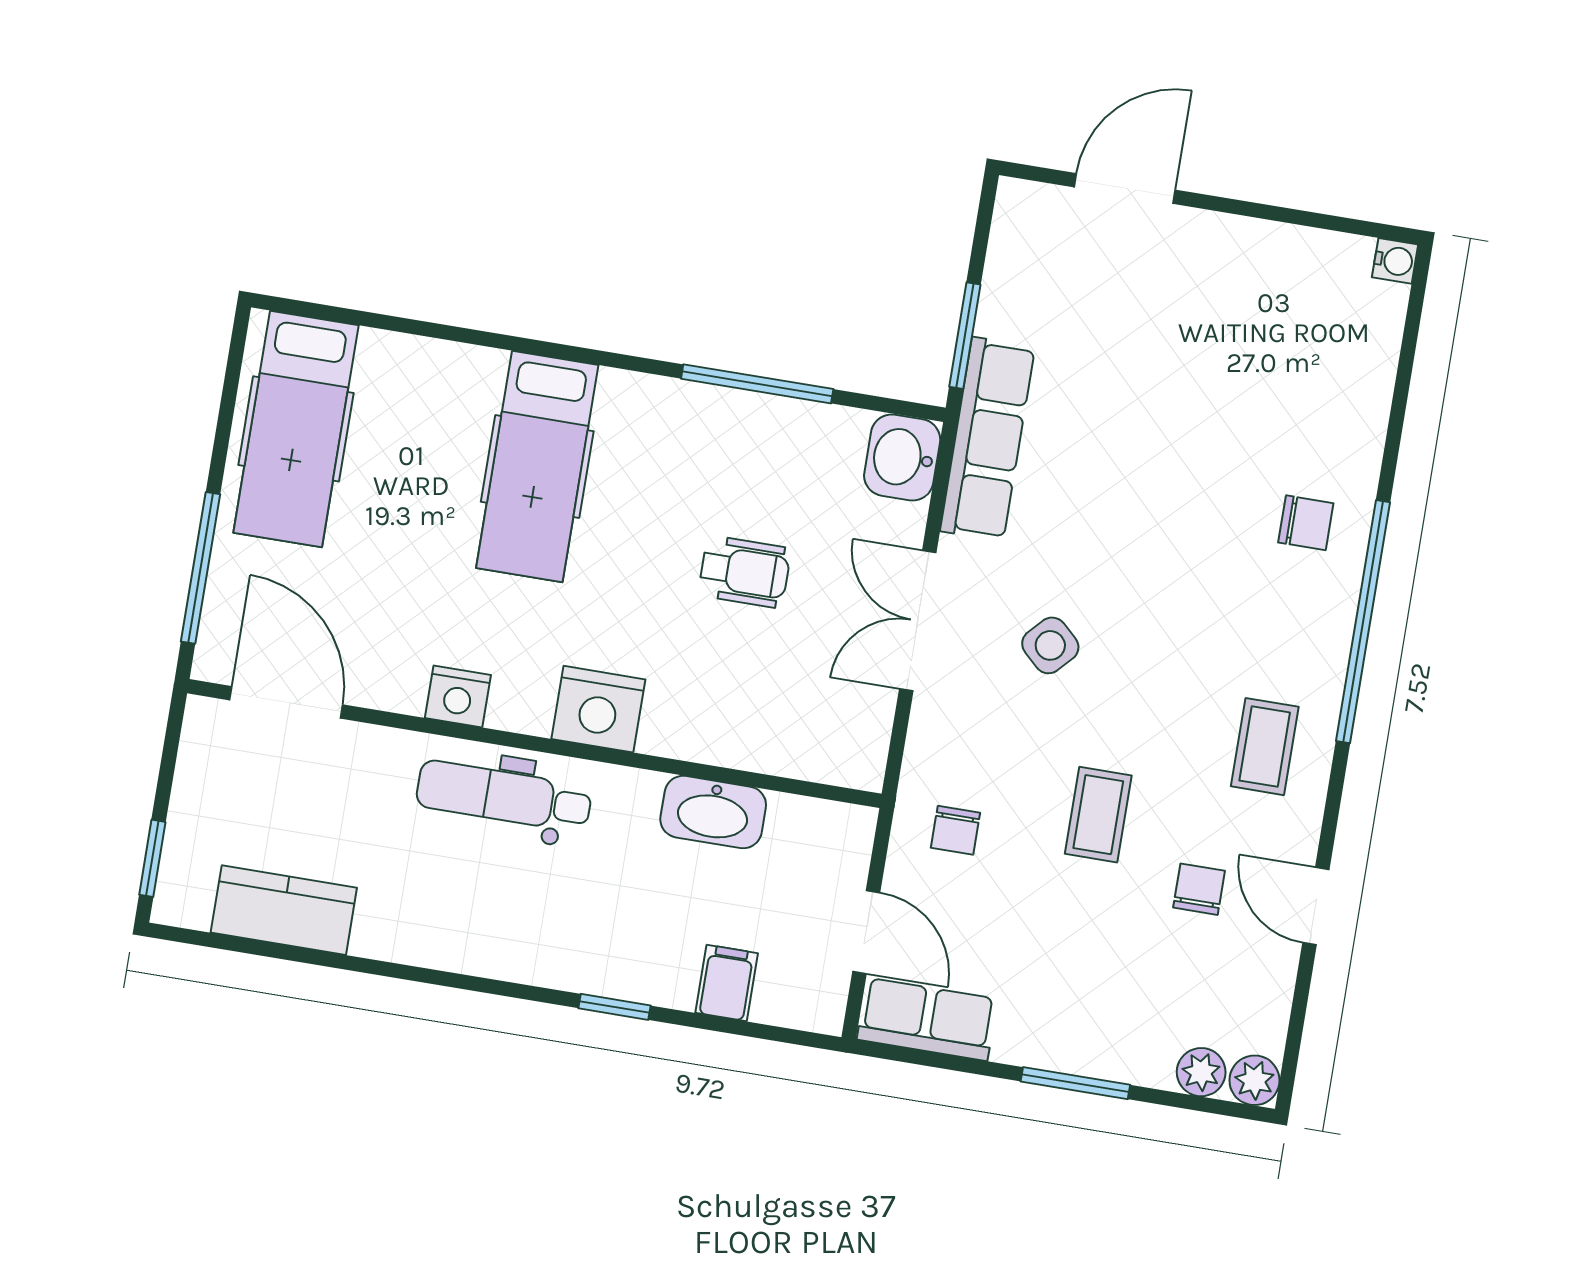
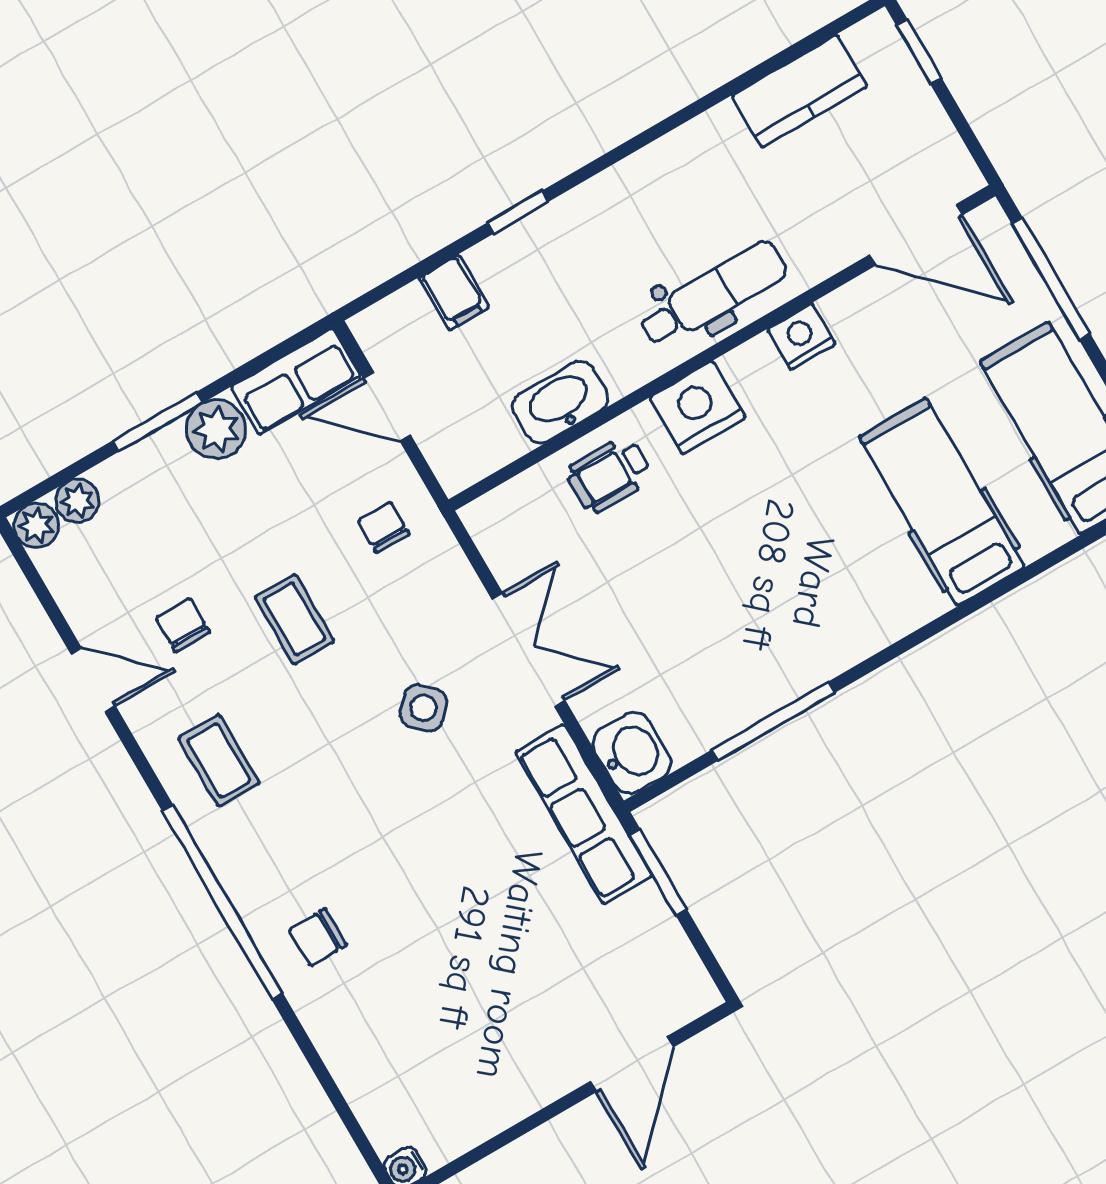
hospital bed: (537, 466) -> (942, 502), moved
wheelchair: (745, 572) -> (609, 474), moved
chair: (1199, 889) -> (183, 625), turned 180
plant: (1030, 1035) -> (216, 429), added

